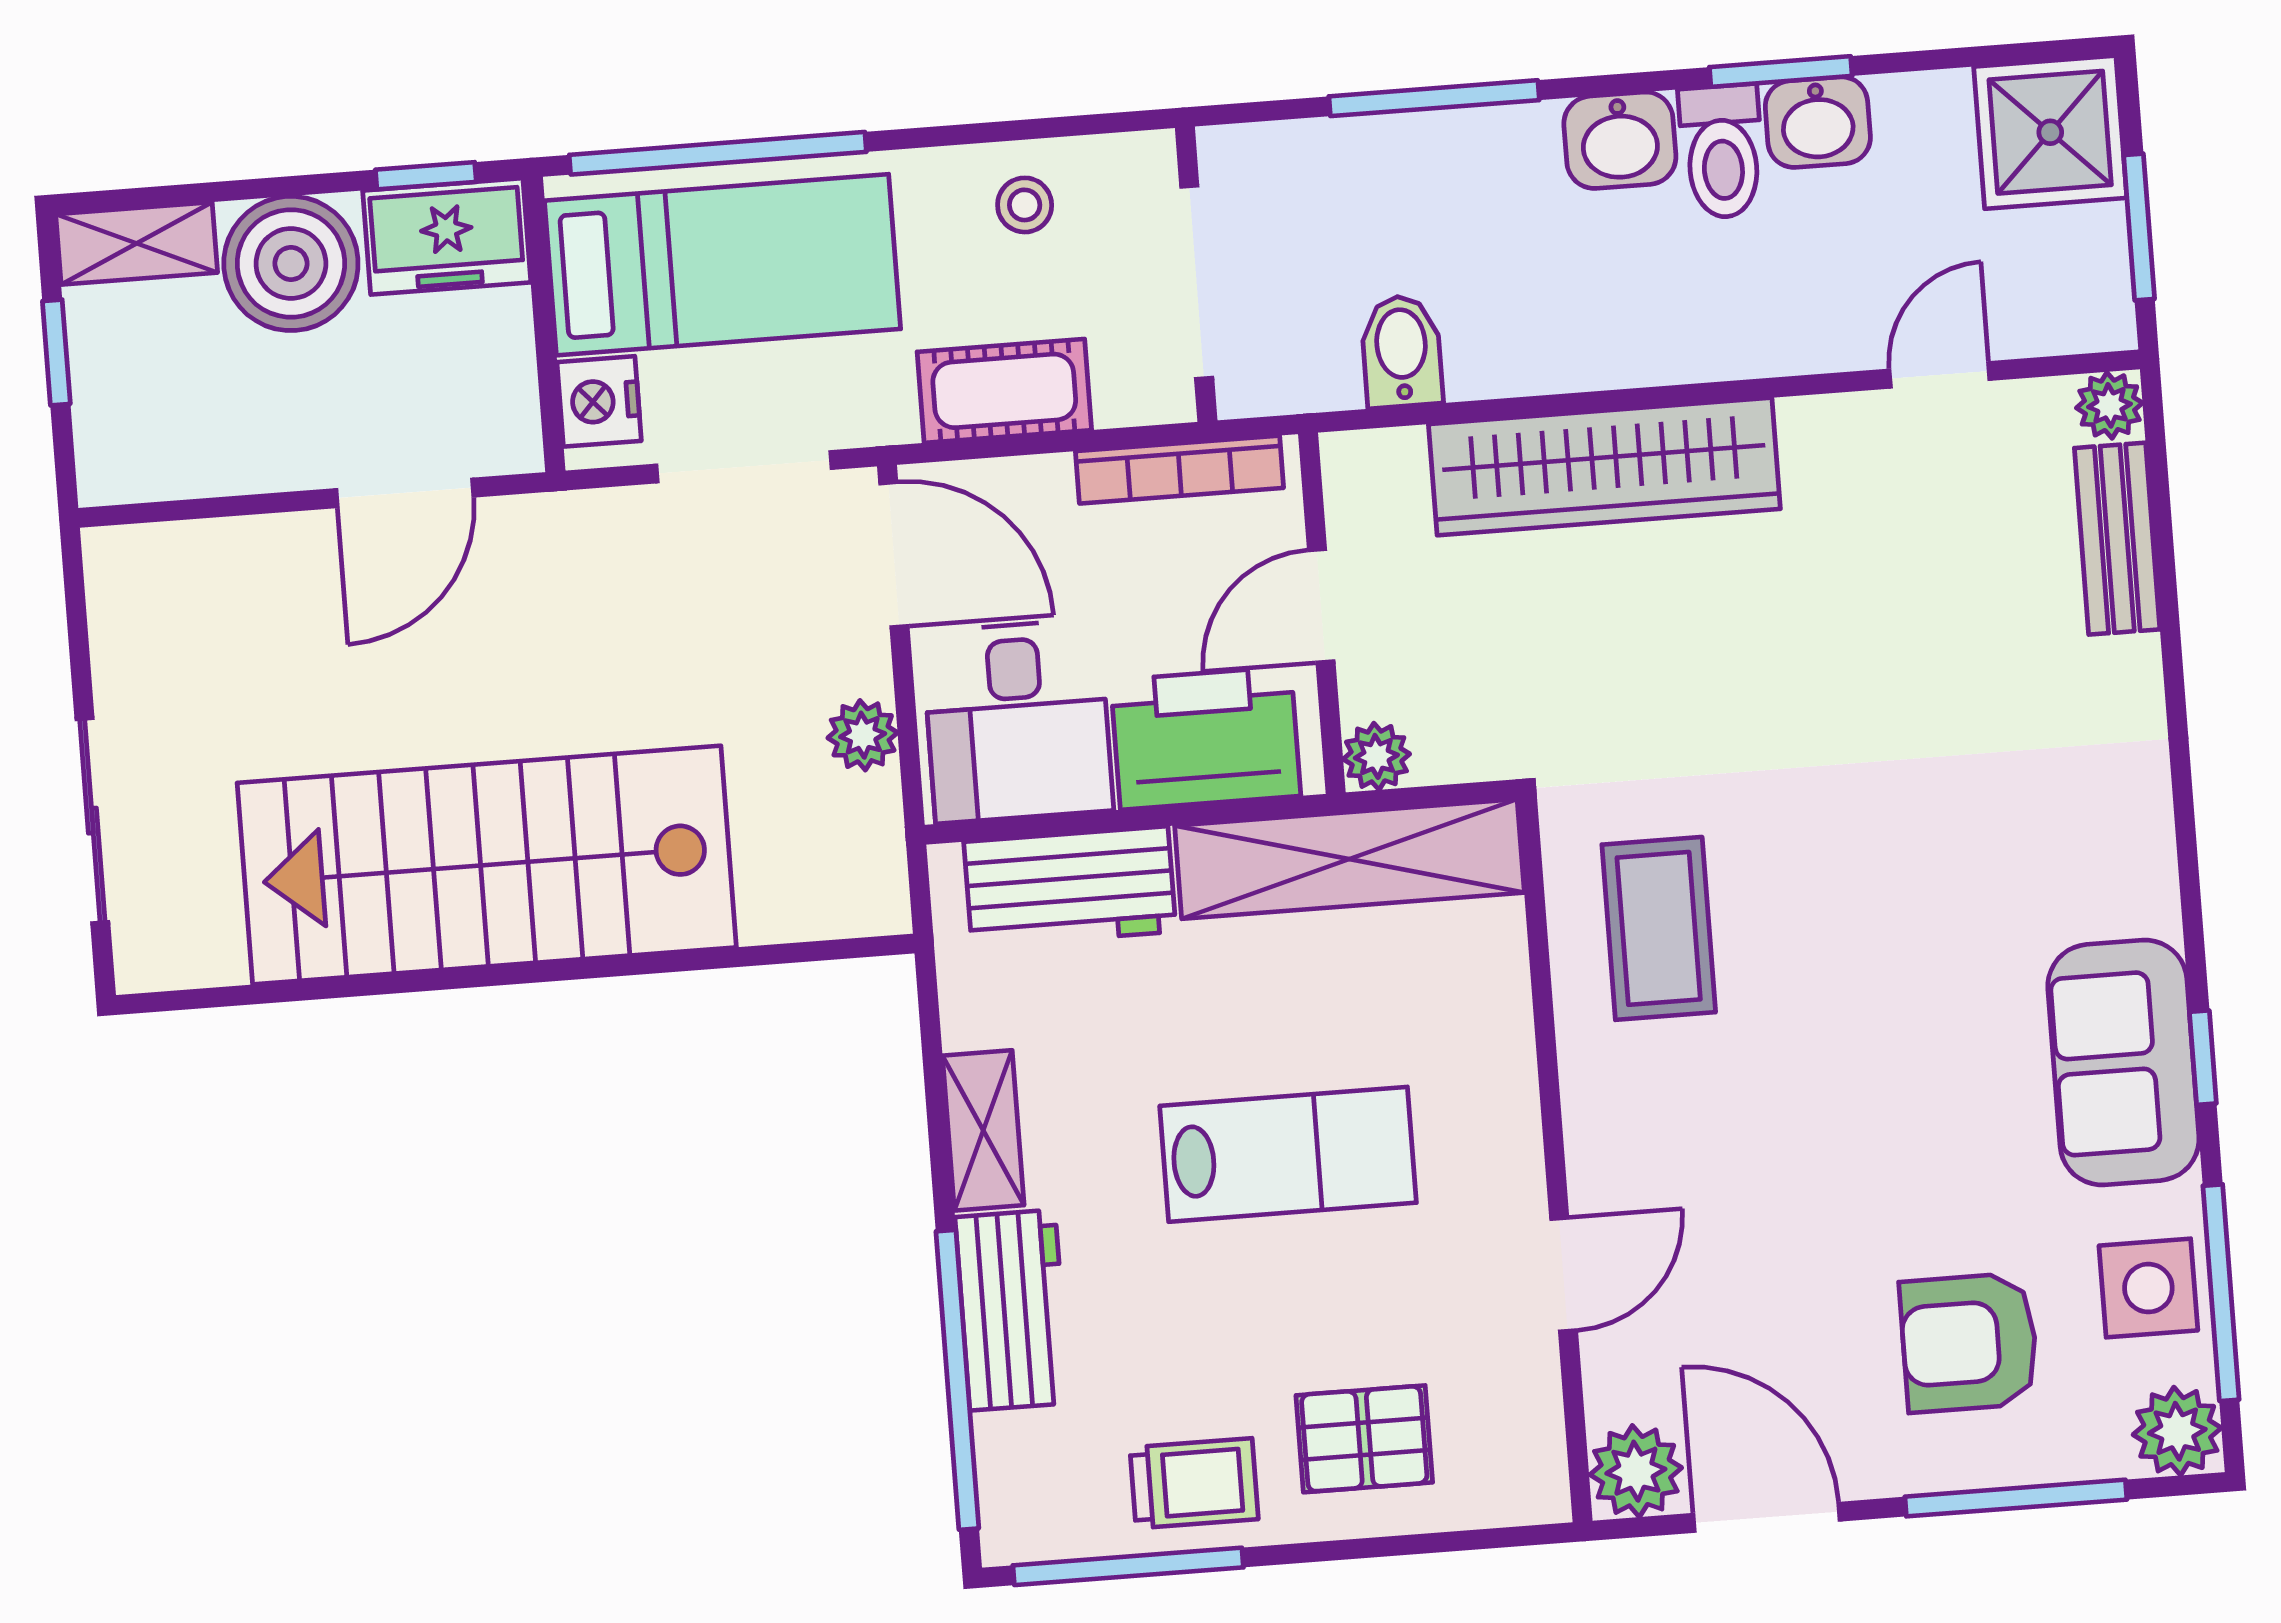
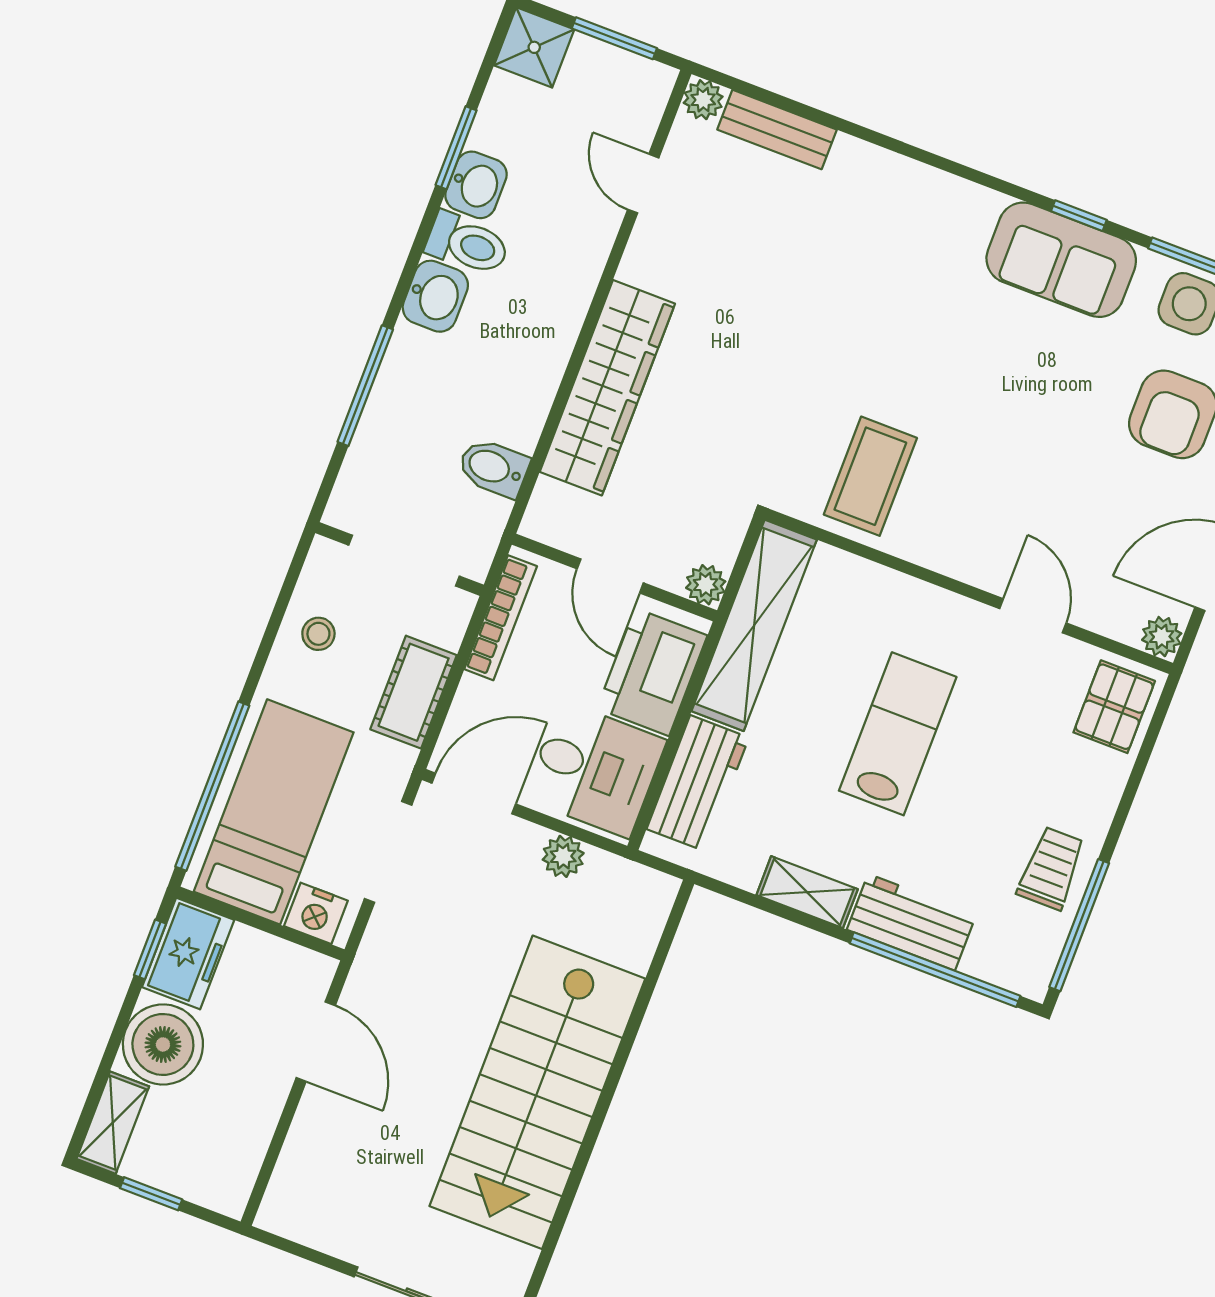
window: (1781, 71) -> (456, 148), moved
shower: (2050, 132) -> (534, 47), width x0.73, depth x0.73
coffee table: (1659, 928) -> (870, 476), turned 90
pallet: (1364, 1439) -> (1114, 707), moved
plant: (1636, 1471) -> (1162, 637), width x0.73, depth x0.73

